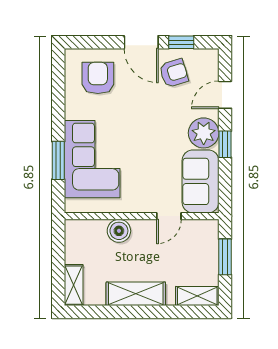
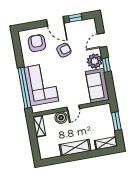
armchair: (174, 73) -> (64, 50), moved
window: (58, 160) -> (24, 88), width x2.11
door: (169, 216) -> (73, 108), moved
shelving: (74, 285) -> (39, 126), moved

